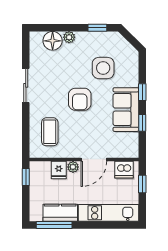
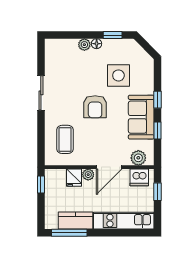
floor lamp: (53, 41) -> (97, 44), moved, width x0.53, depth x0.53
plant: (123, 150) -> (138, 158), added

